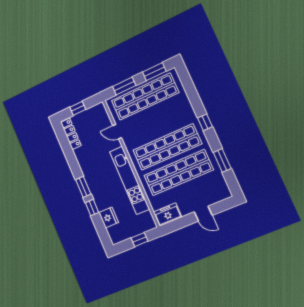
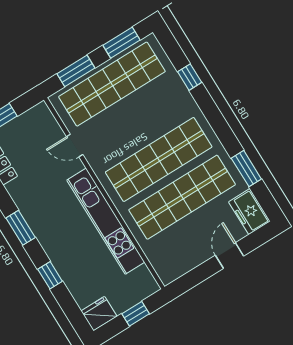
window: (205, 122) -> (190, 77), moved
window: (83, 187) -> (21, 228), moved
door: (203, 214) -> (229, 256), swing flipped
freezer: (168, 215) -> (249, 212), moved, turned -90
fridge: (109, 217) -> (99, 314), moved, turned -90

